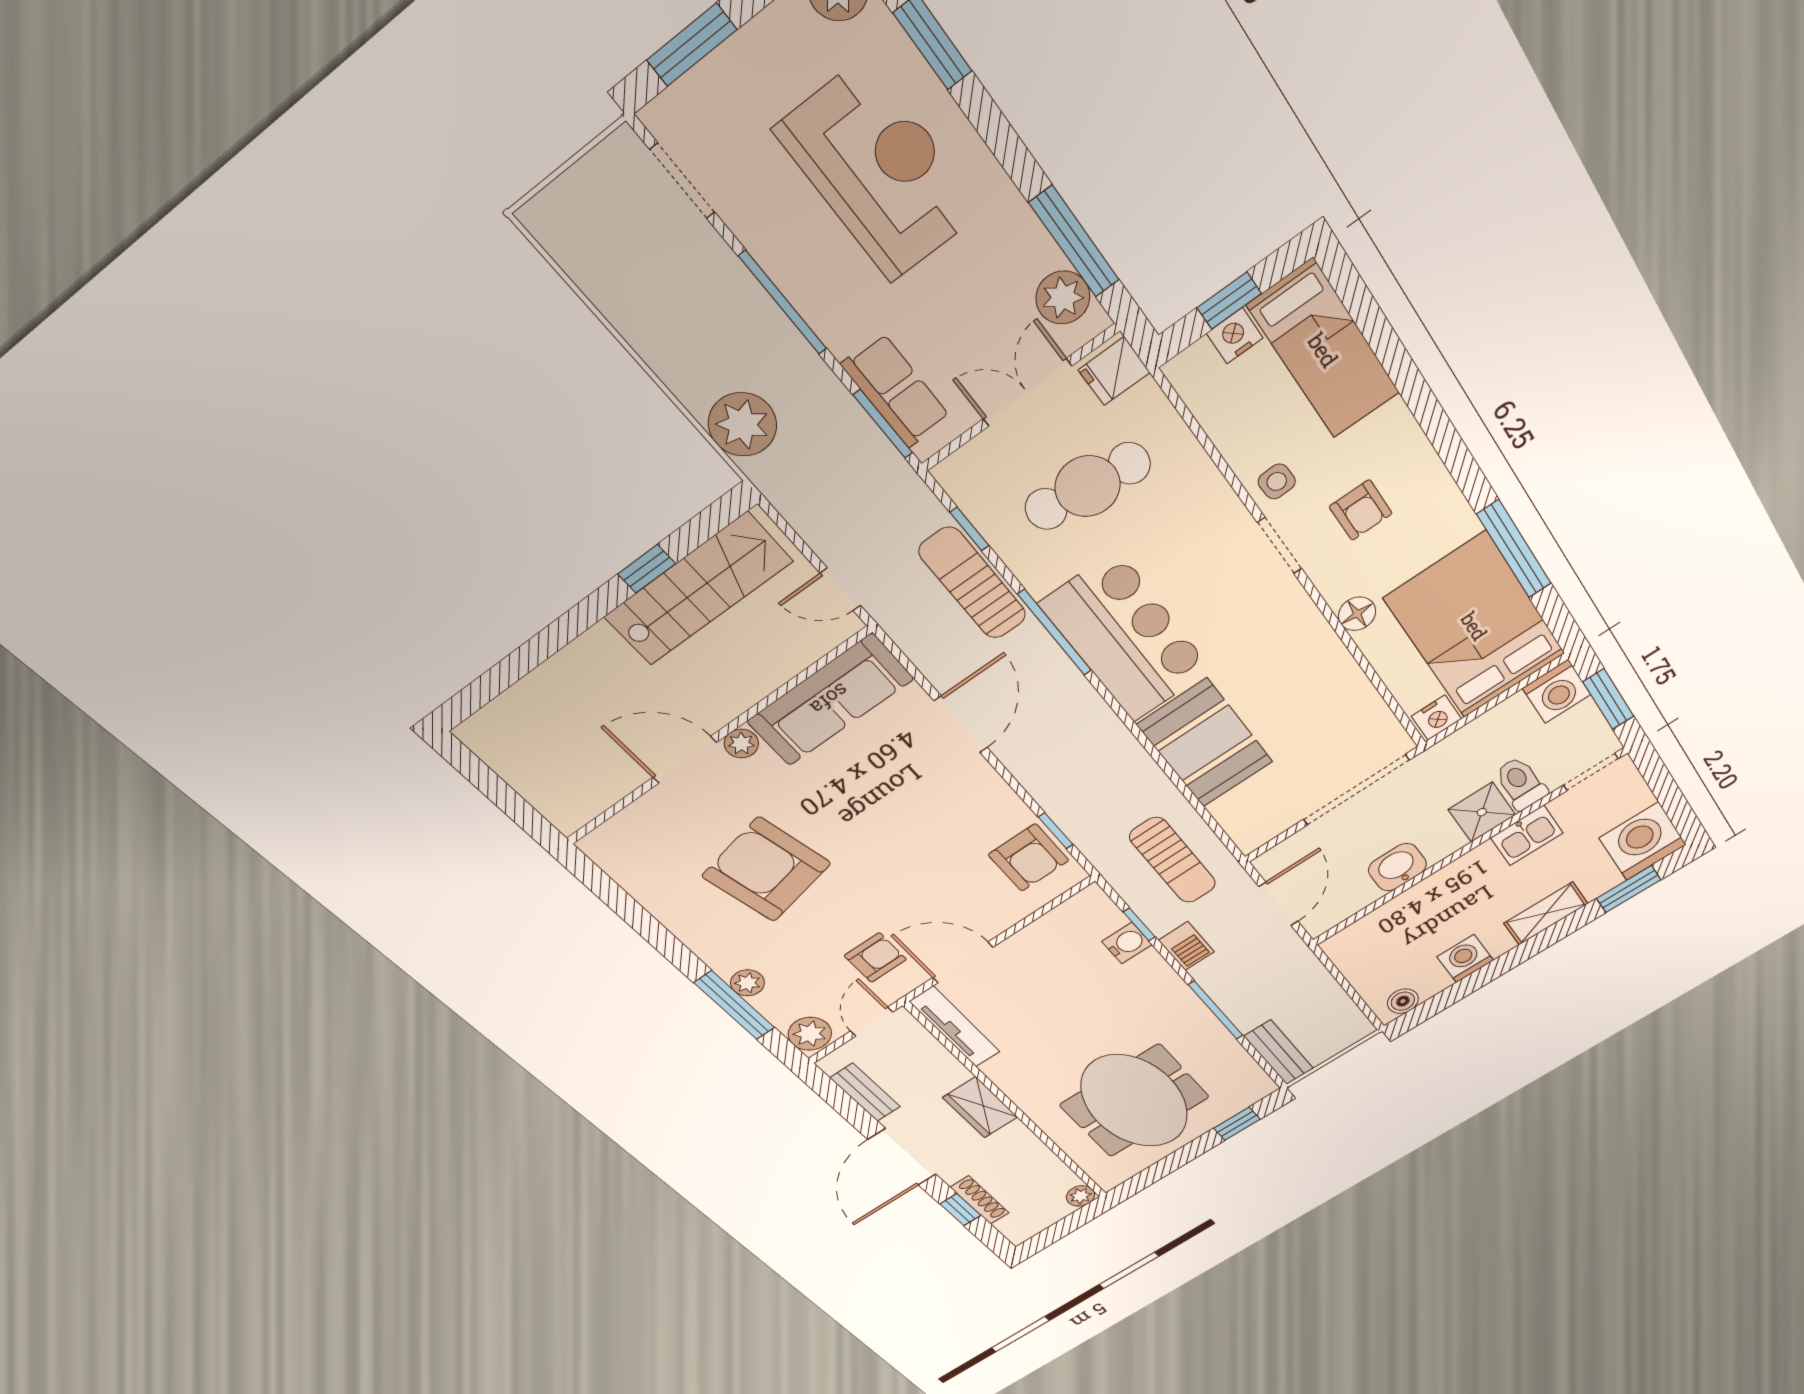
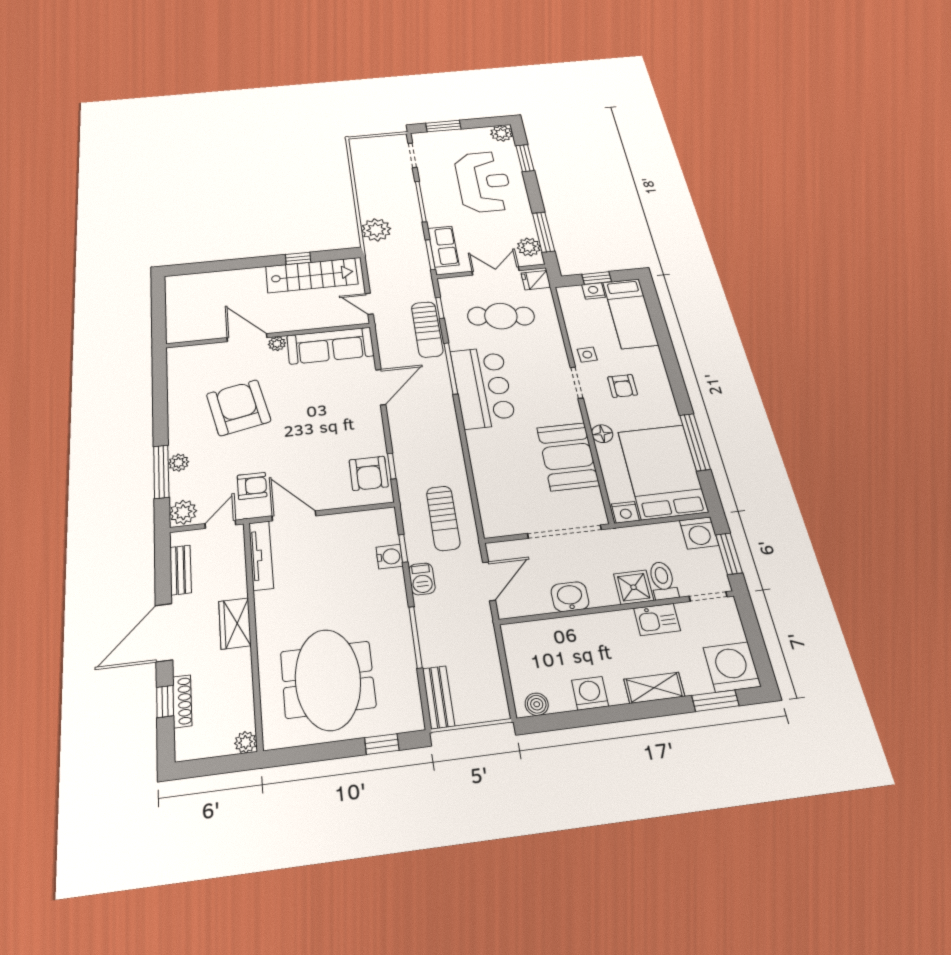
sun lounger: (973, 583) -> (427, 329), turned 180
booth: (1205, 743) -> (568, 456), moved

